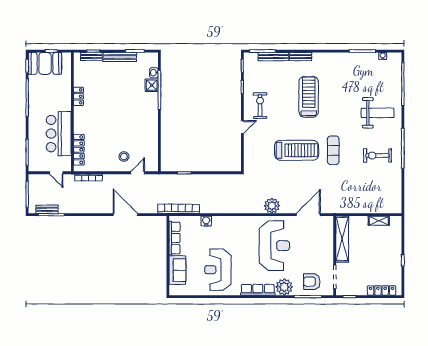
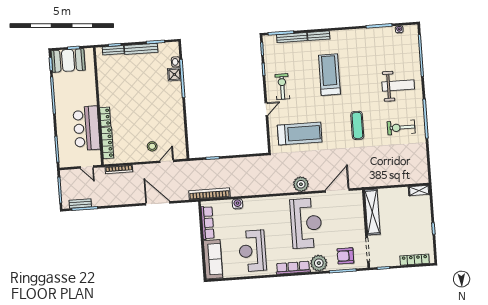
locker: (78, 96) -> (105, 117), moved
treadmill: (297, 150) -> (300, 134), moved
shelving: (379, 221) -> (419, 190), moved
sofa: (177, 270) -> (213, 259), width x1.36

